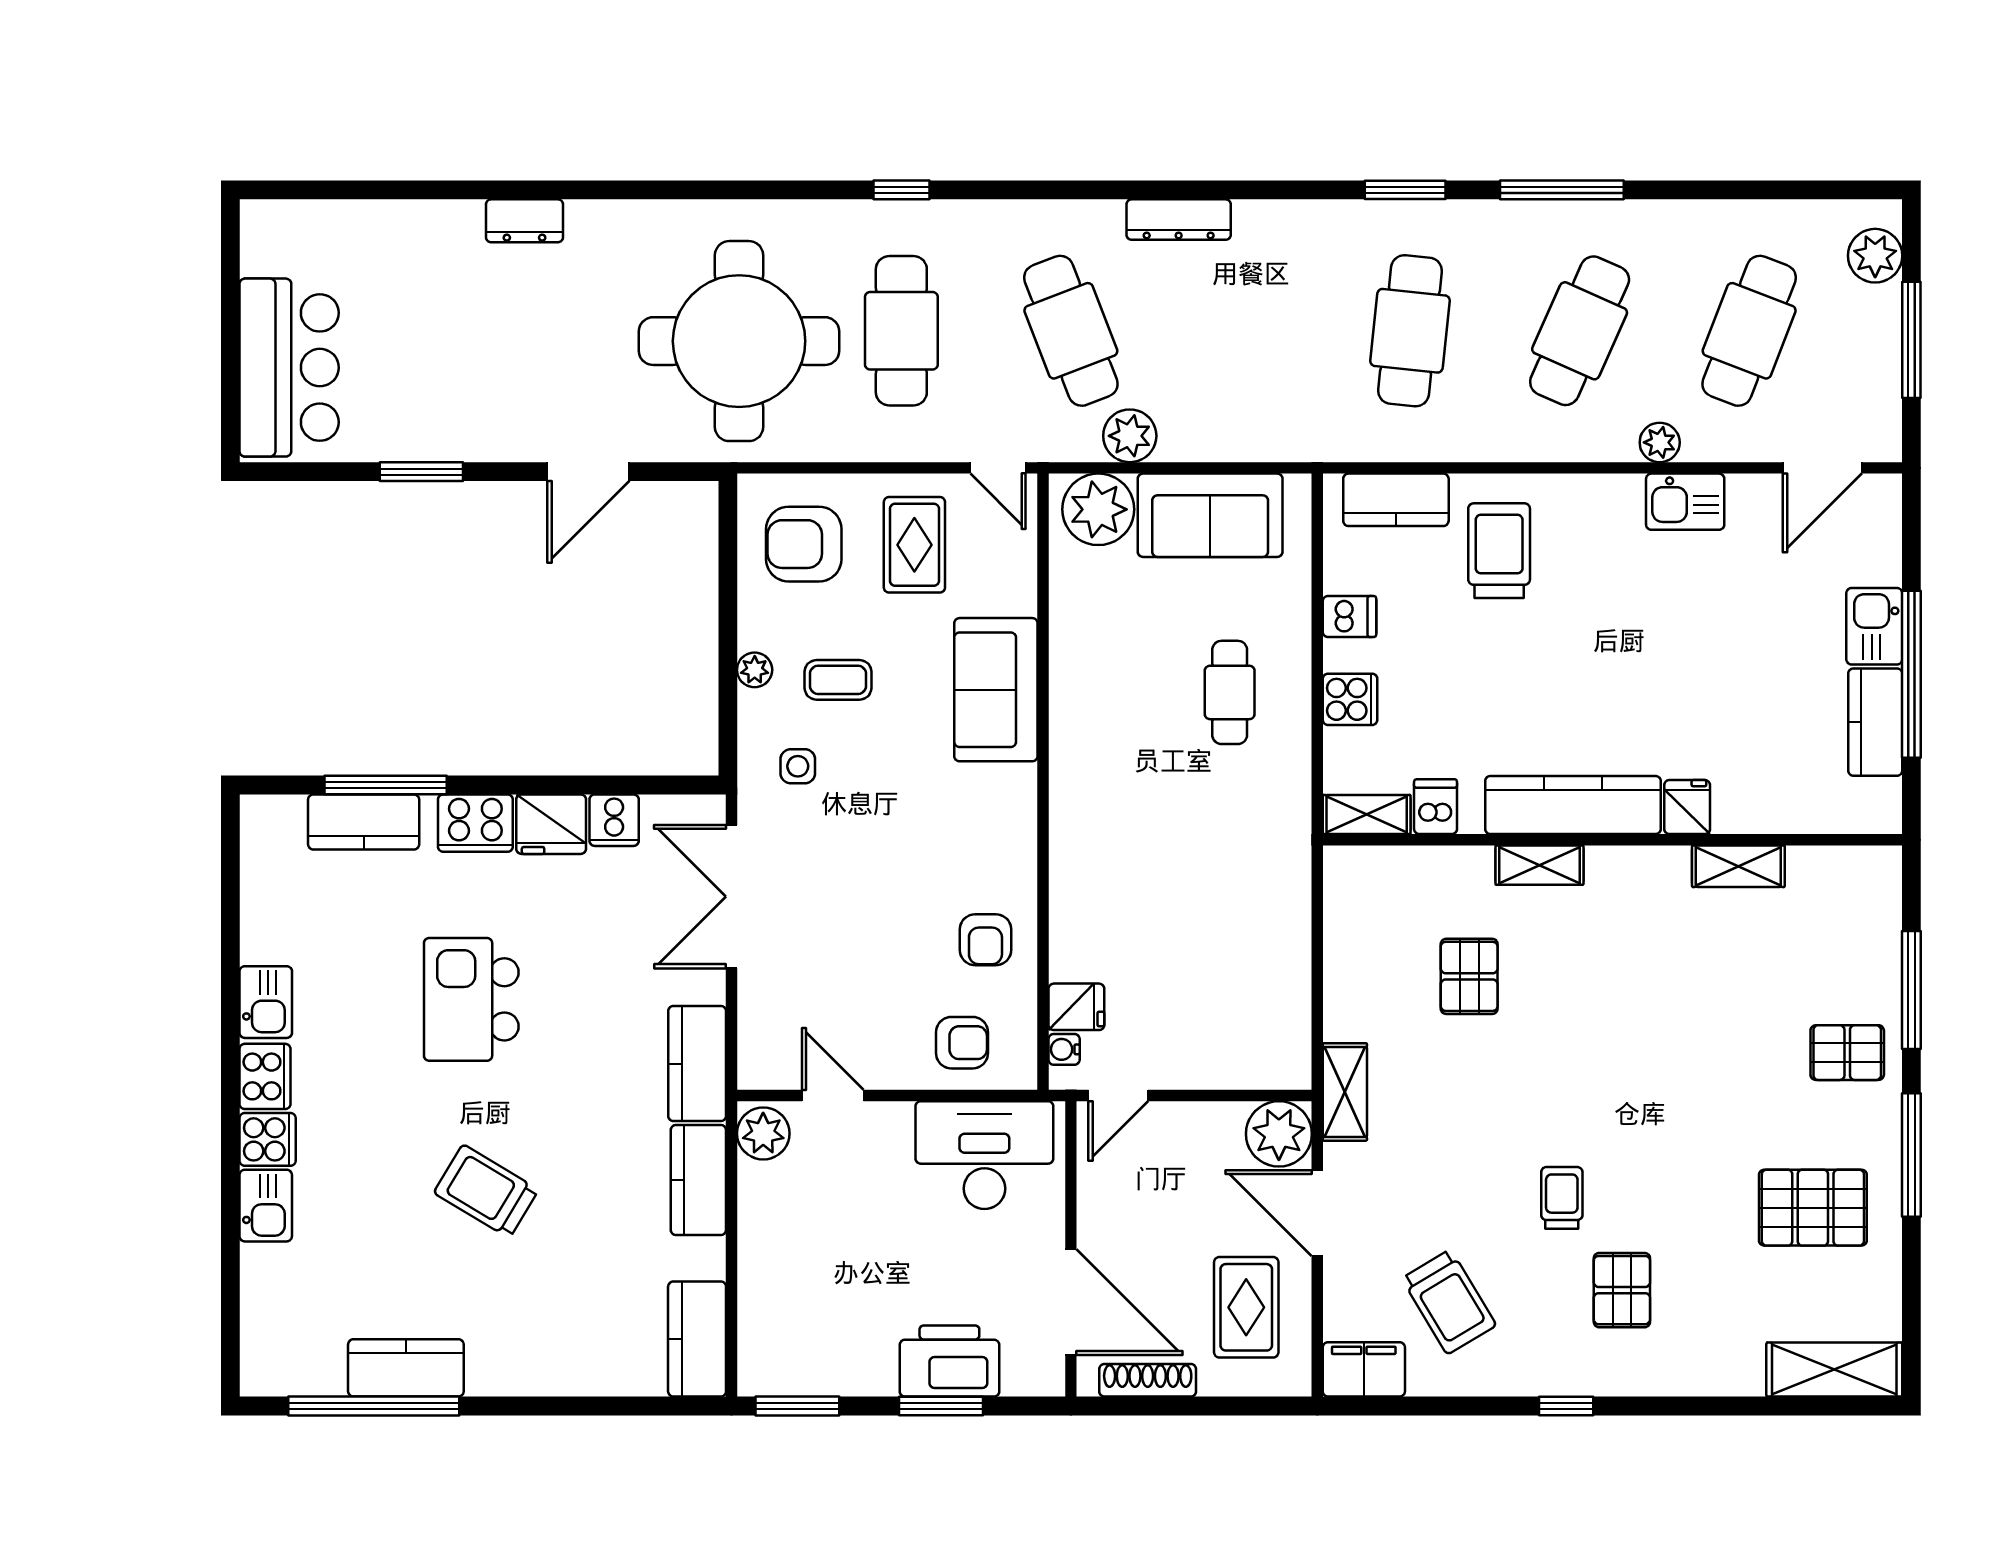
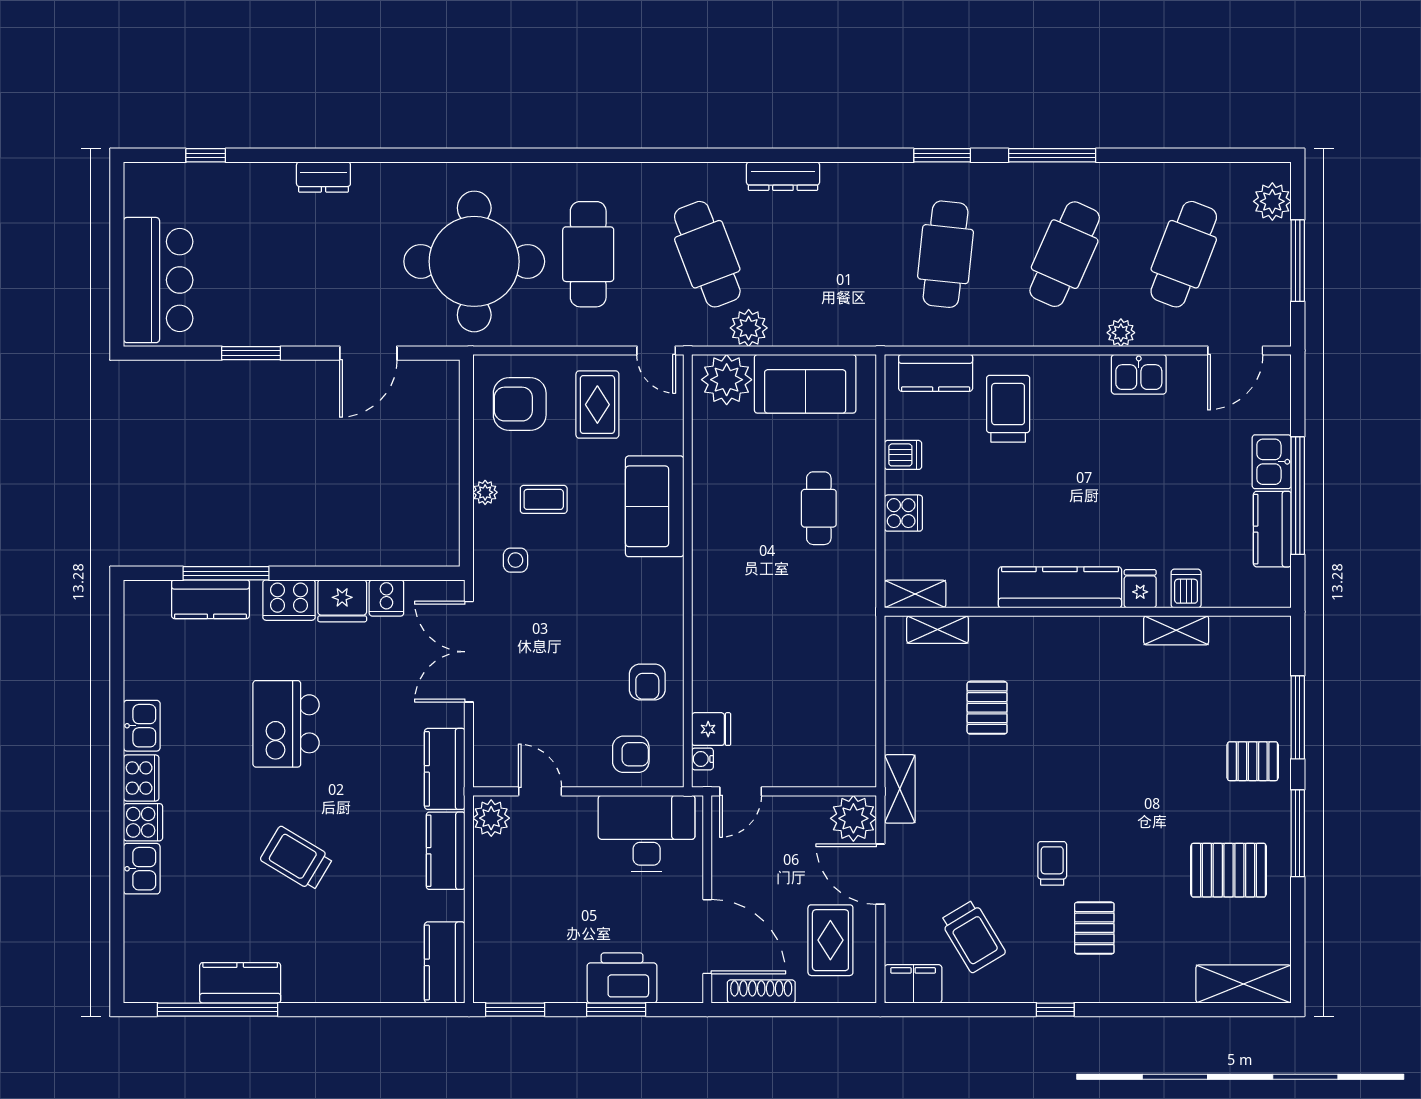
window: (901, 190) -> (206, 155), moved
dishwasher: (1436, 807) -> (1186, 589), moved
shelving: (1539, 865) -> (938, 630), moved

